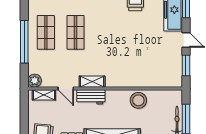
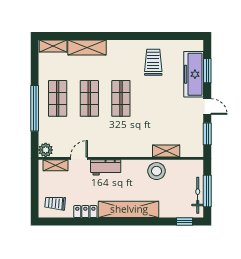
shop shelf: (105, 32) -> (121, 98), added
shelving: (92, 82) -> (166, 151), moved
door: (66, 88) -> (79, 158), swing flipped

